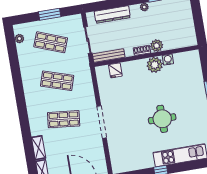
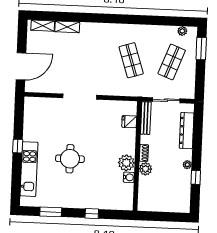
window: (50, 14) -> (201, 49), moved
shop shelf: (57, 81) -> (131, 60), turned -36
shop shelf: (64, 119) -> (91, 59), removed

